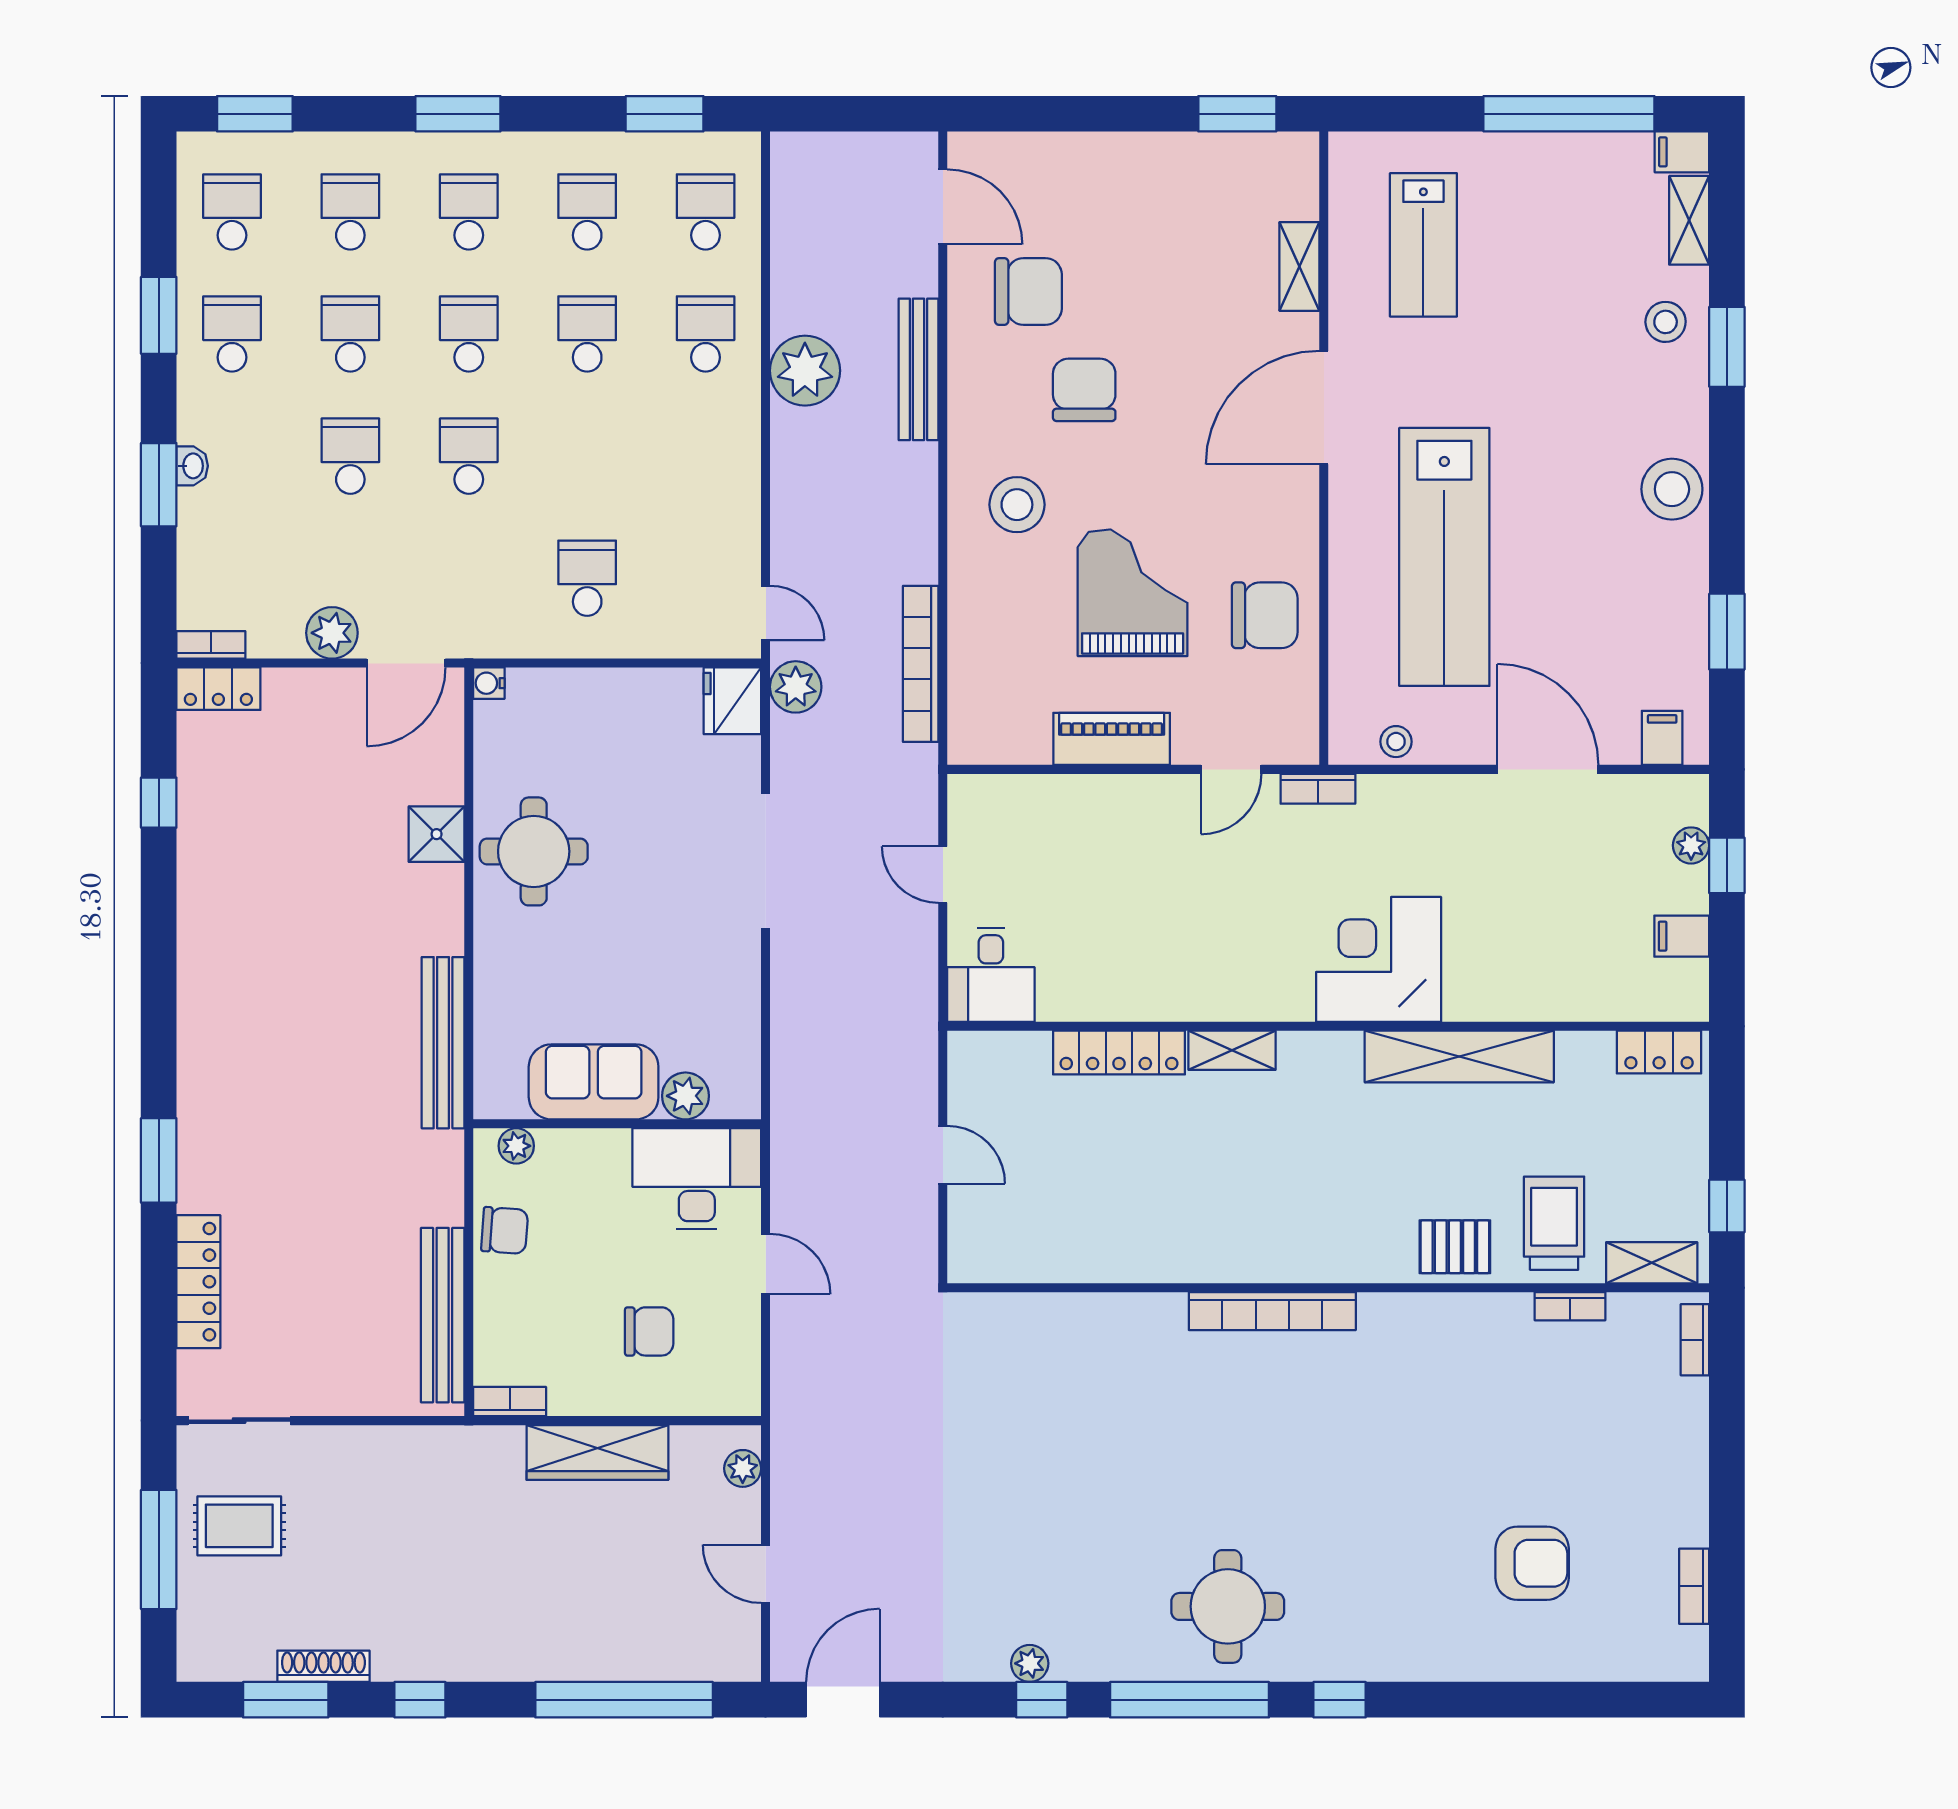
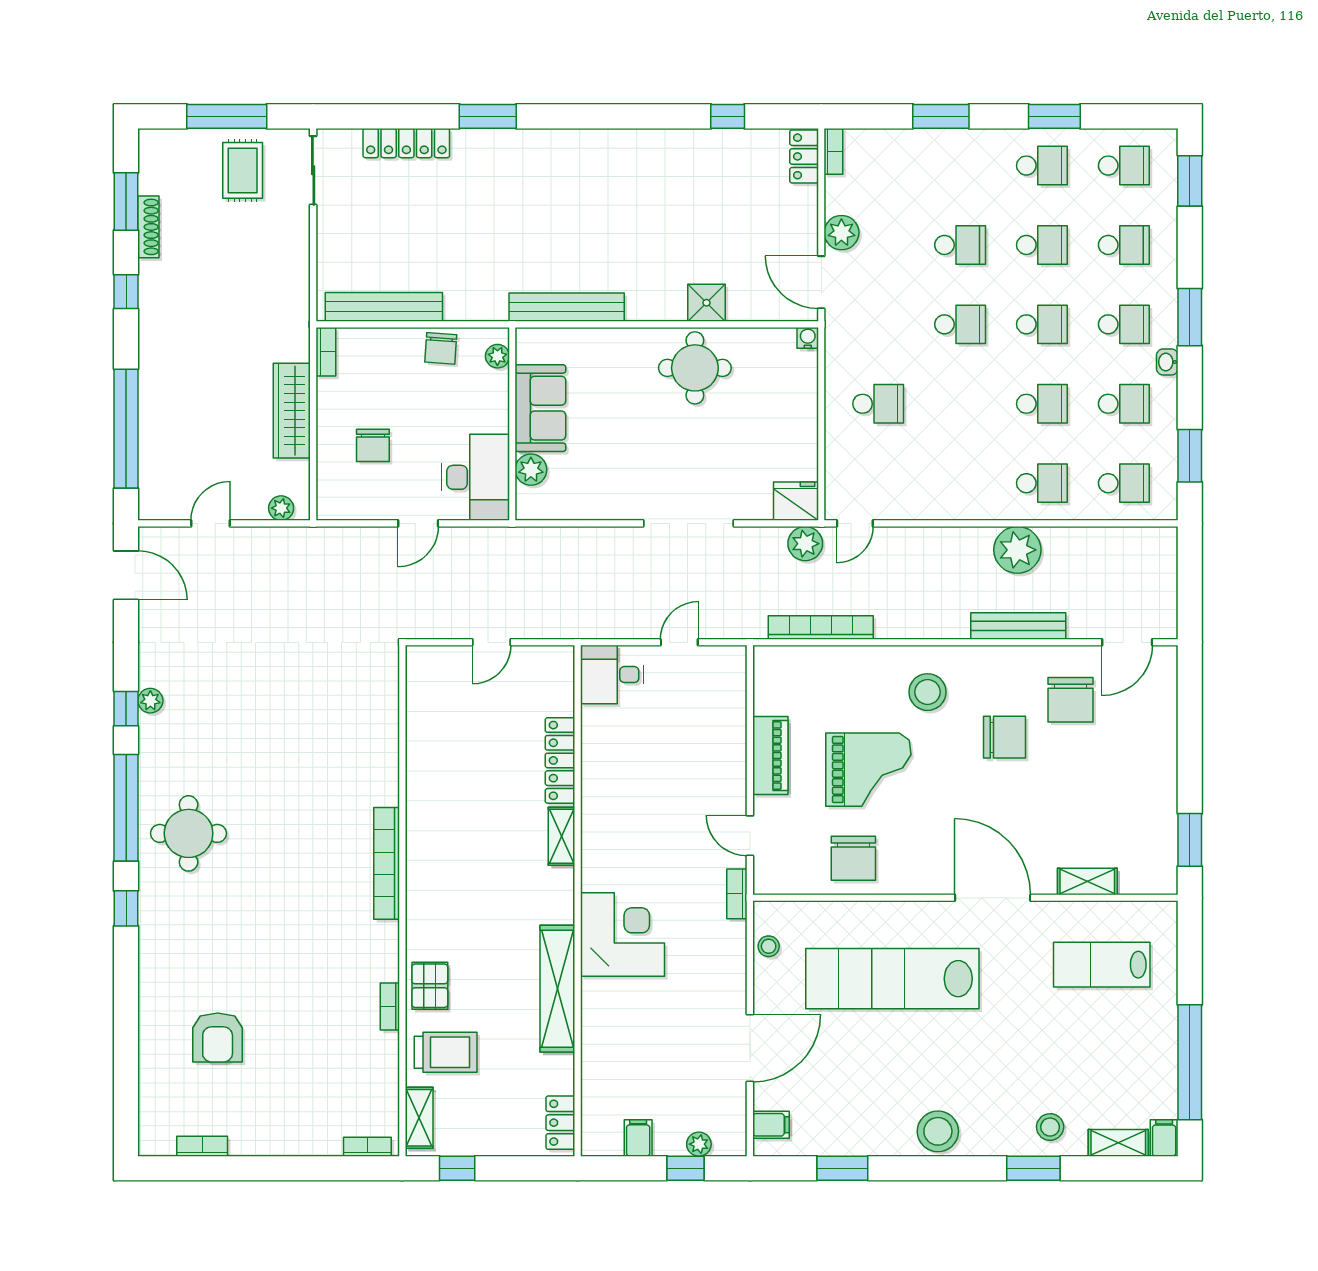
washbasin: (192, 466) -> (1167, 362), moved, turned 90
bookcase: (1570, 1306) -> (390, 1006), moved

